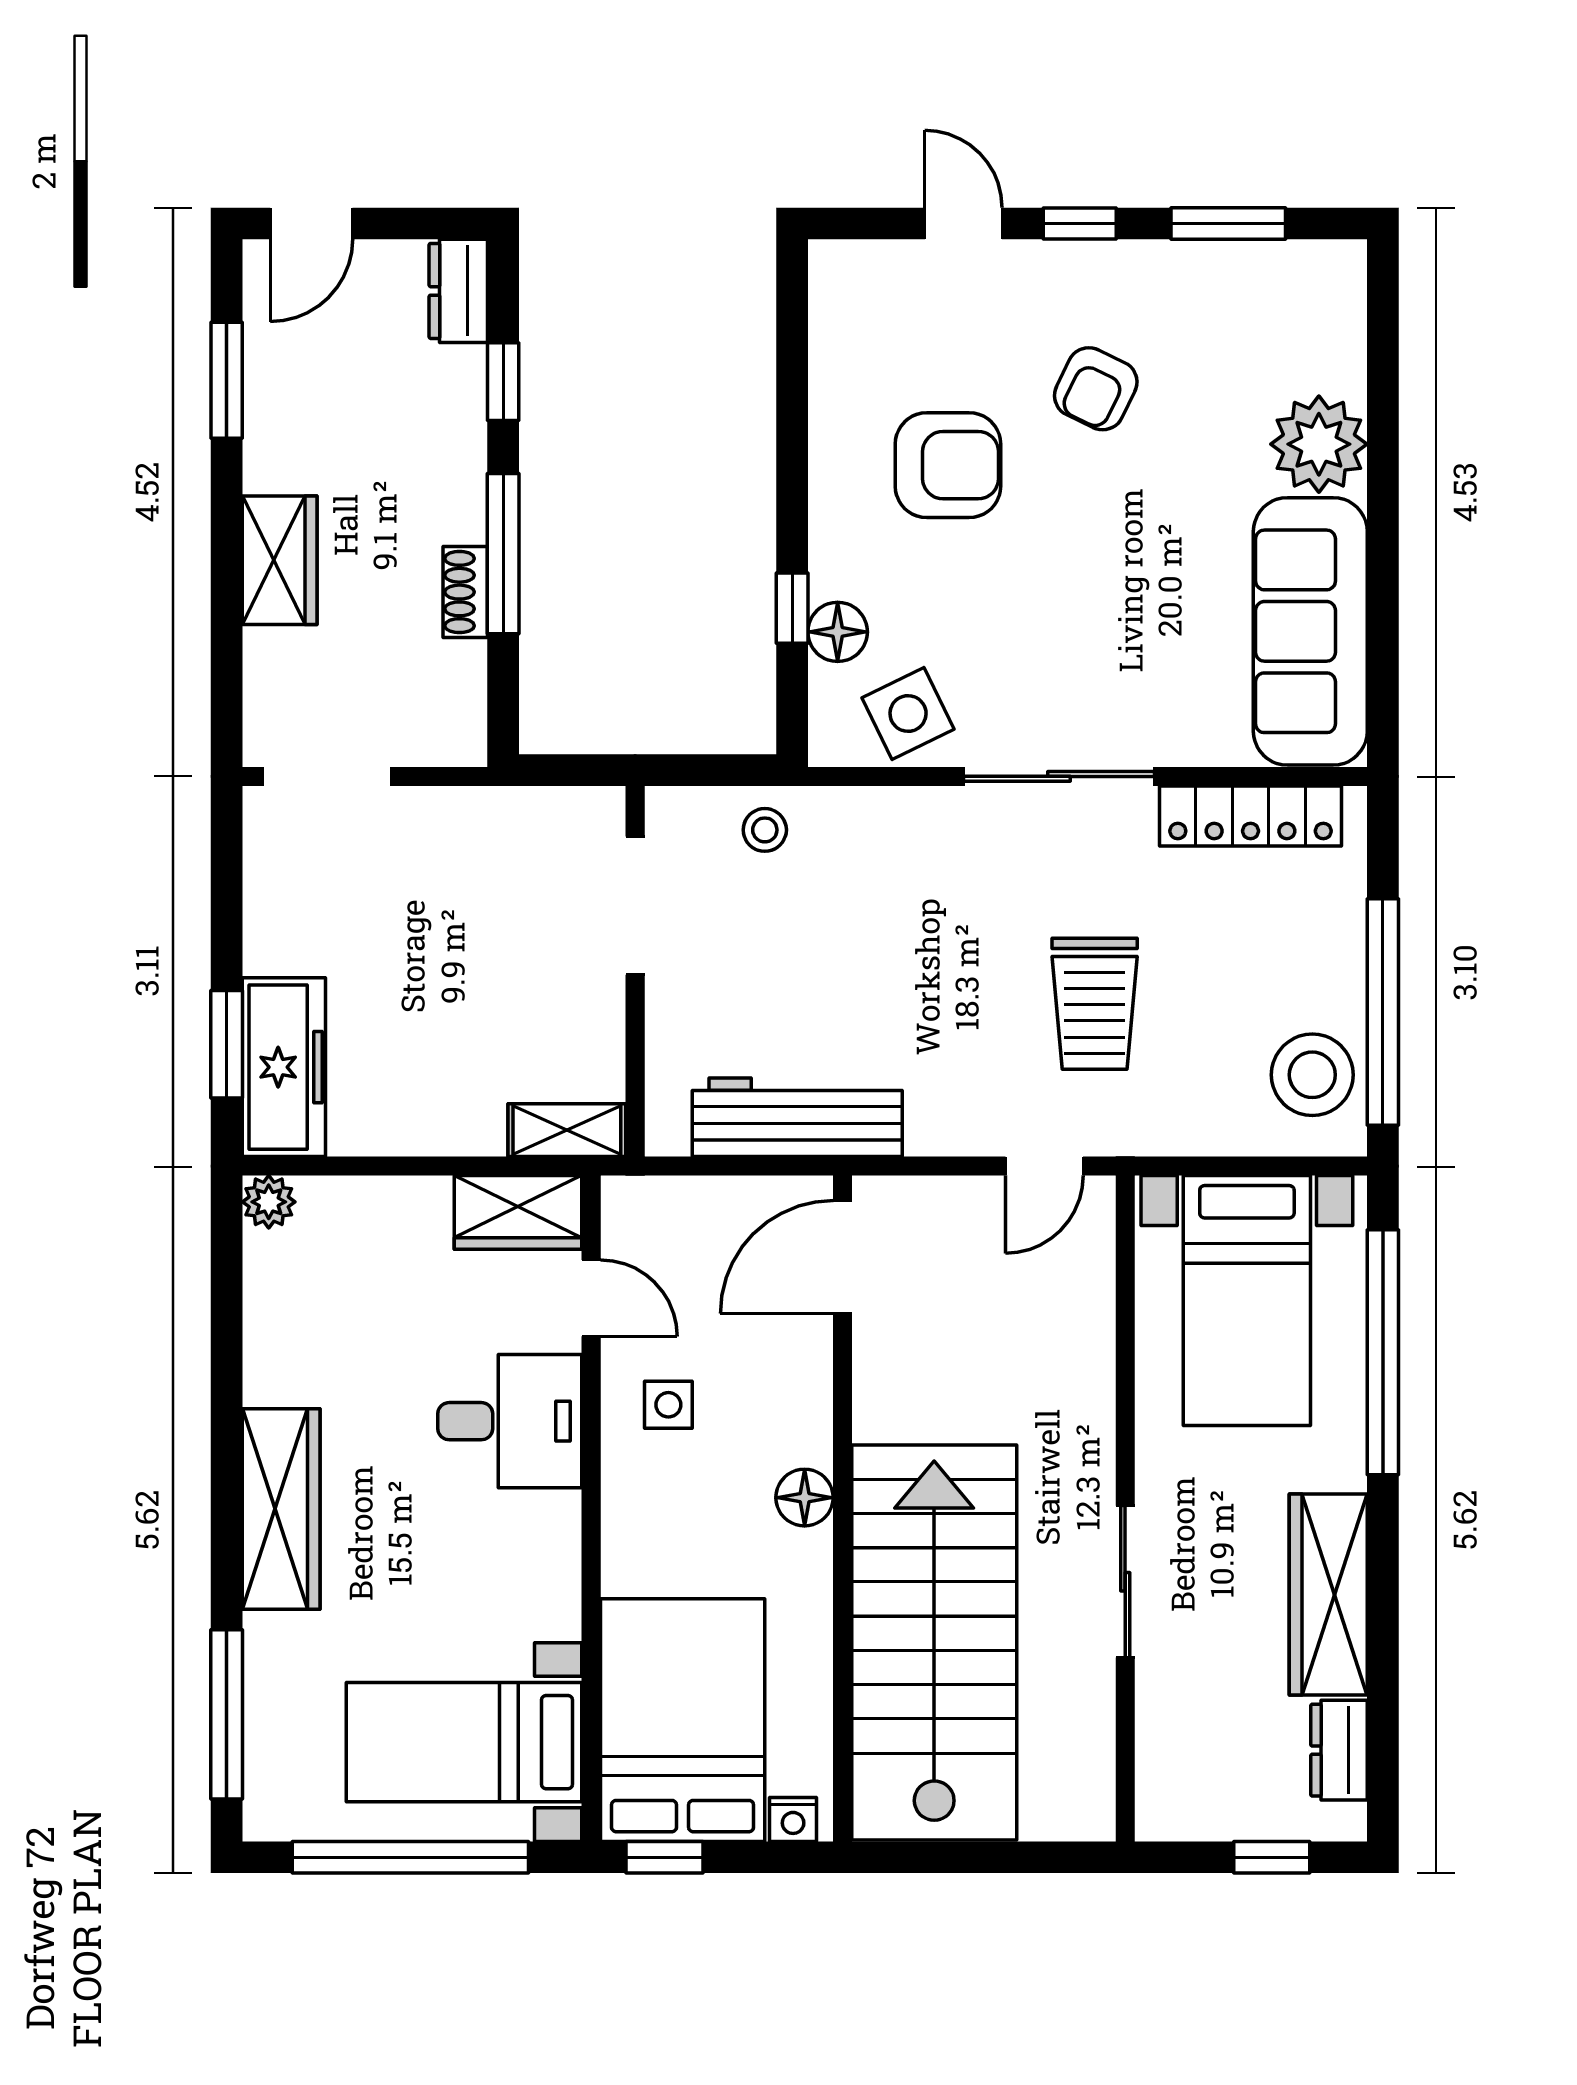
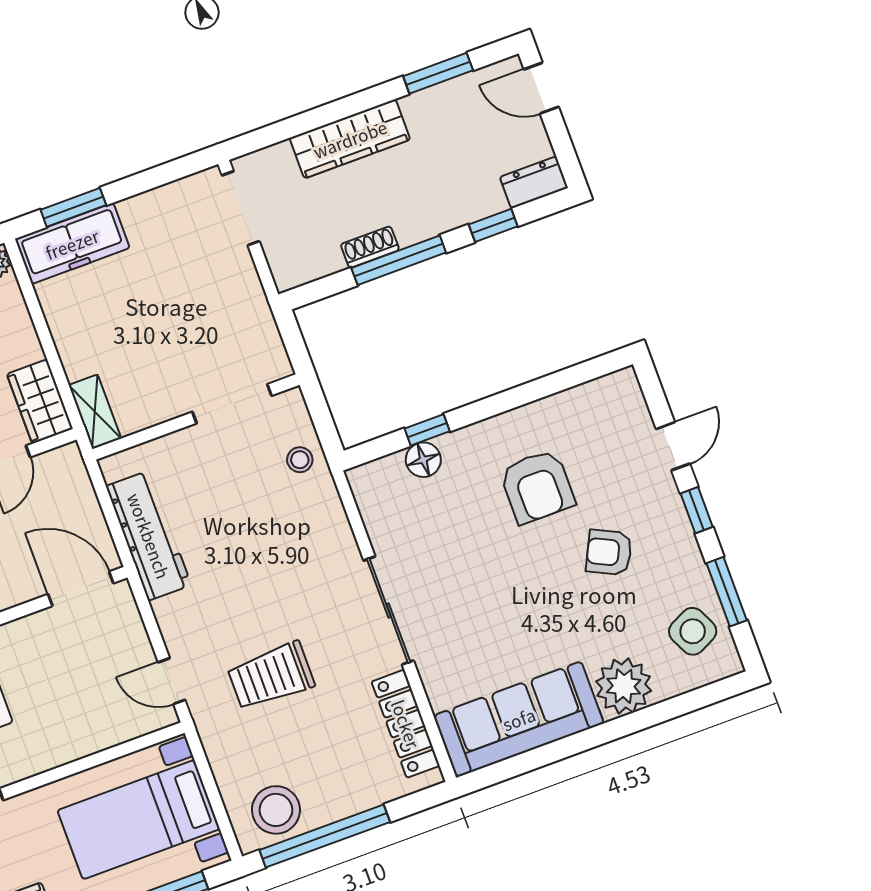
wardrobe: (280, 560) -> (350, 139), width x1.50
side table: (908, 713) -> (693, 631), moved

